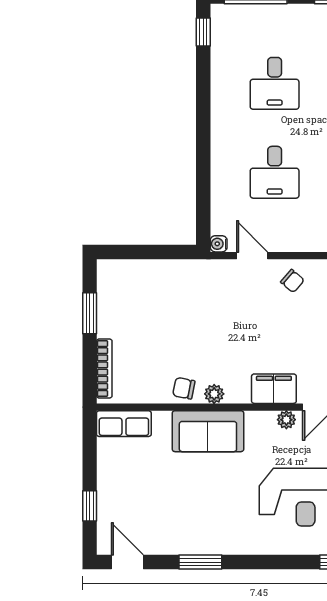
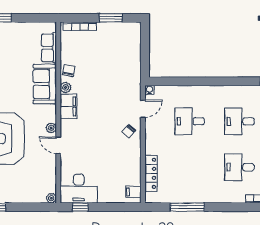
filing cabinet: (274, 389) -> (69, 106), moved
row of seats: (124, 424) -> (49, 48), moved

